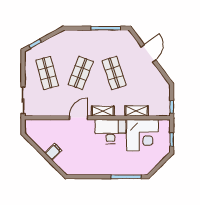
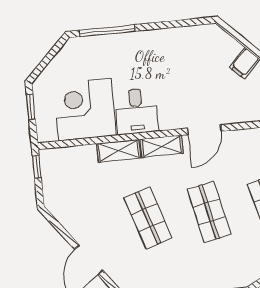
shop shelf: (81, 73) -> (209, 212), turned -33
shelving: (137, 111) -> (119, 151), moved
desk: (110, 131) -> (136, 111), width x0.73

